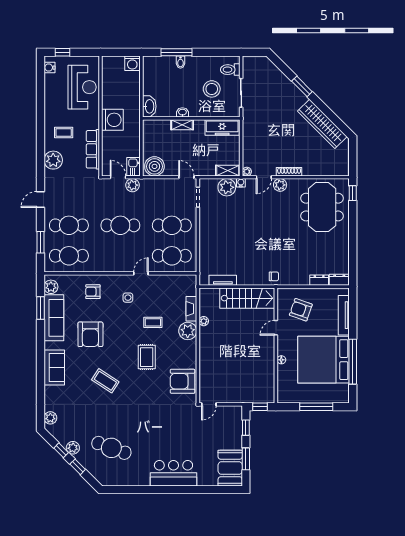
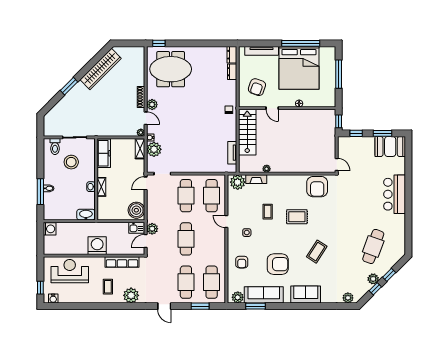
plant: (188, 331) -> (238, 182), moved

